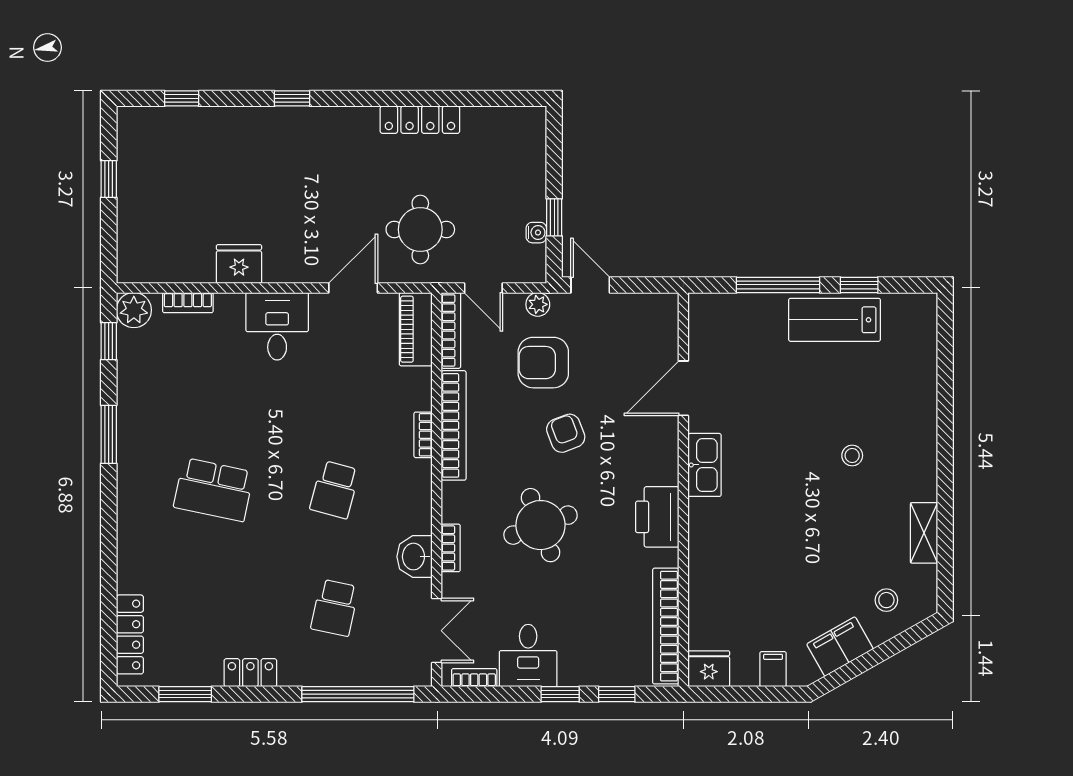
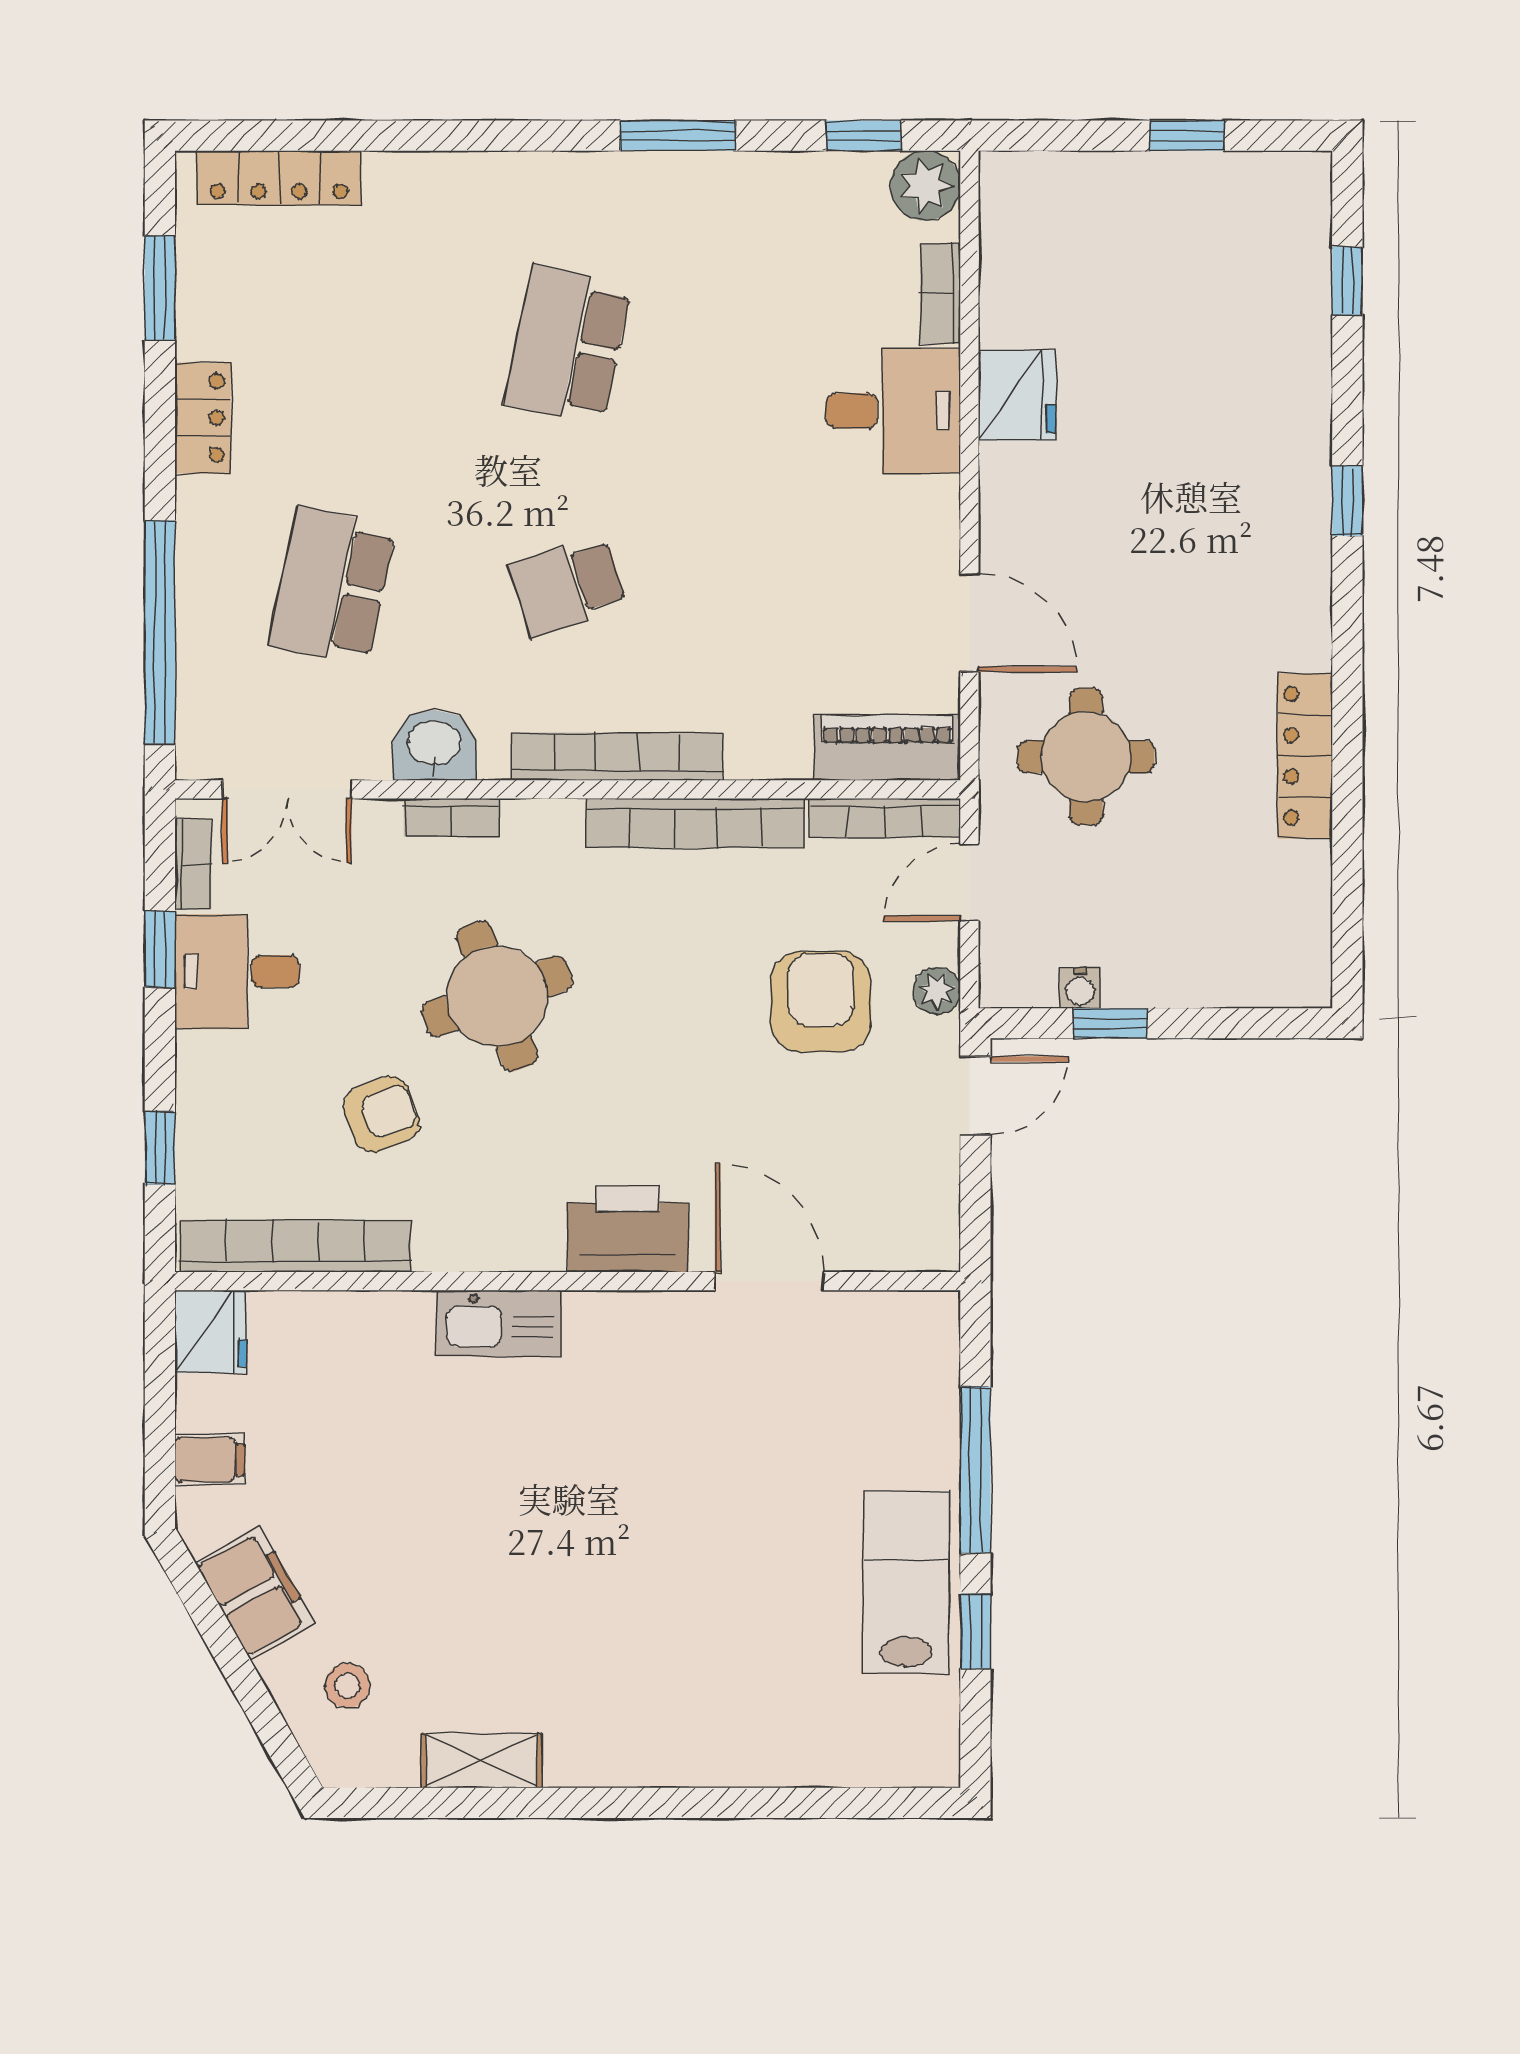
desk: (277, 326) -> (893, 411), moved
armchair: (566, 433) -> (381, 1114), moved
bookcase: (423, 435) -> (617, 757), width x2.31, depth x1.31
stool: (852, 456) -> (636, 1617), removed
kitchen sink: (705, 465) -> (499, 1323), moved
school desk: (335, 490) -> (568, 586), turned -33
printer: (657, 517) -> (628, 1229), moved
school desk: (335, 608) -> (332, 586), width x1.85
window: (560, 694) -> (160, 949), moved

